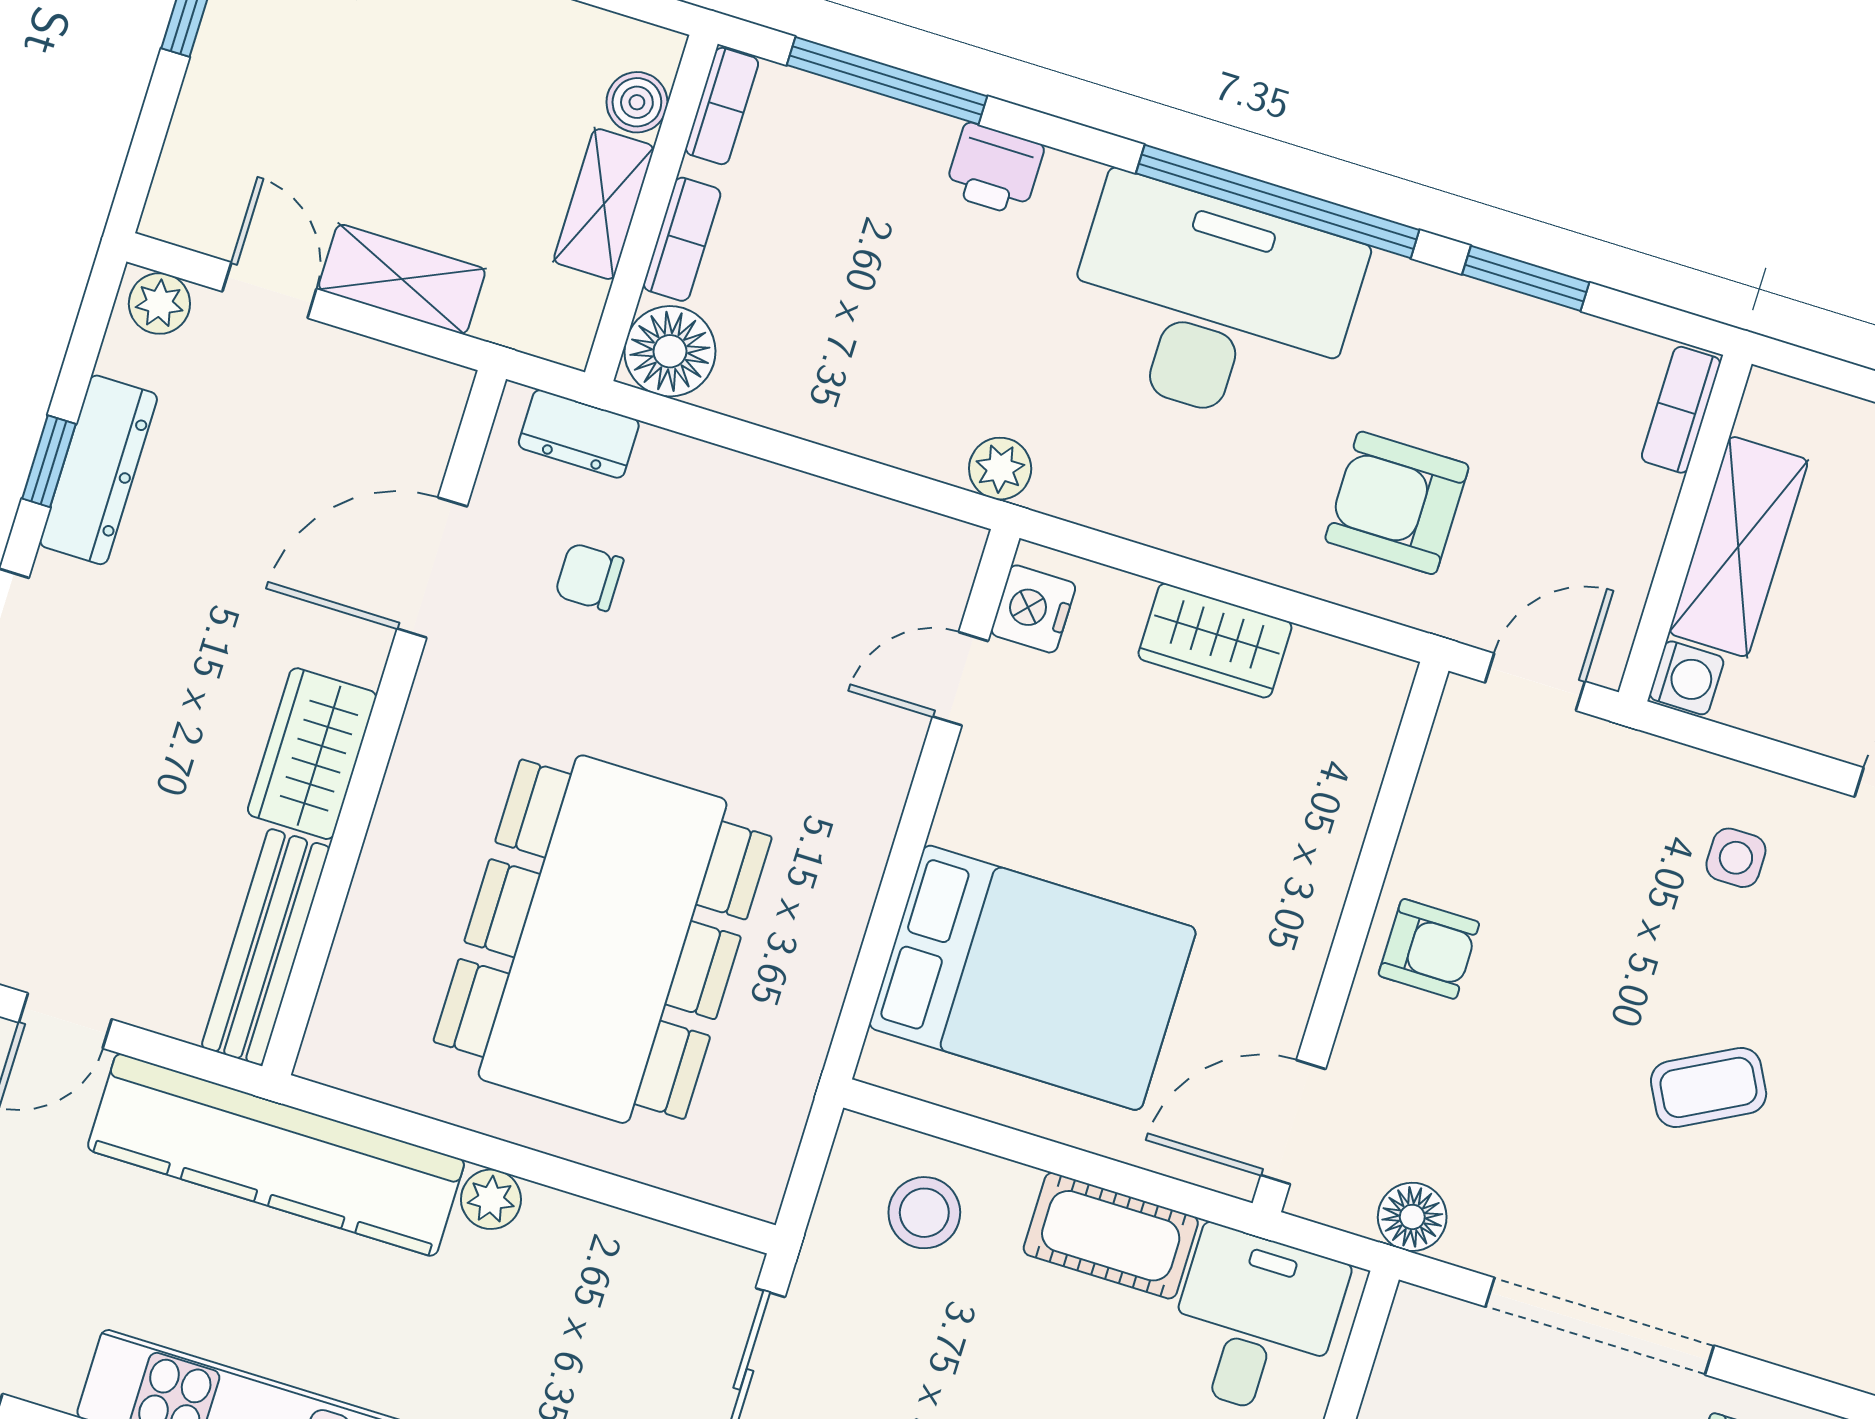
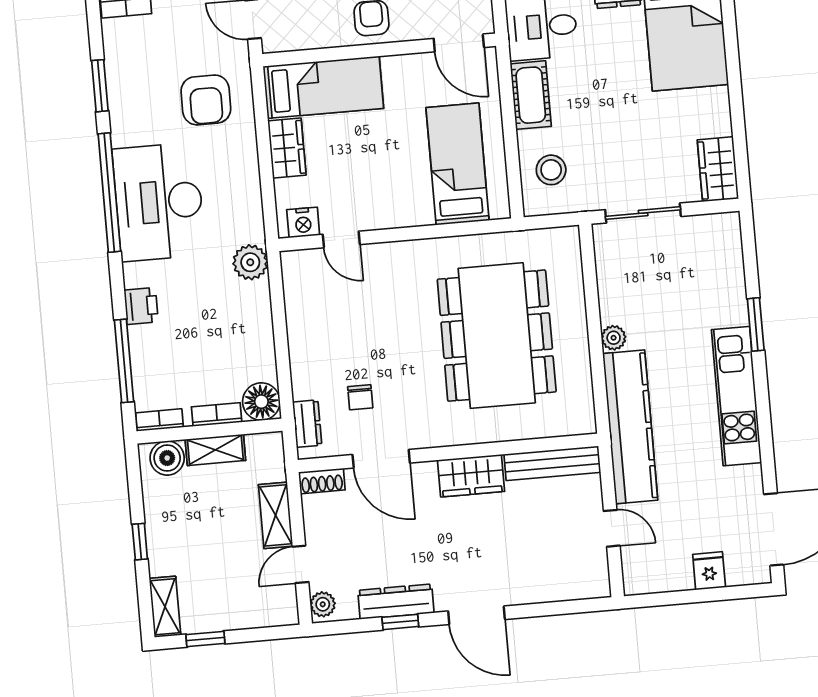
boiler: (637, 102) -> (167, 458), width x1.36, depth x1.36
shoe rack: (437, 414) -> (322, 481), added
plant: (1000, 469) -> (250, 262), width x1.38, depth x1.38
bed: (1318, 778) -> (323, 87), added
dining table: (603, 939) -> (497, 336), turned 90
bed: (1033, 978) -> (458, 164), width x0.67

